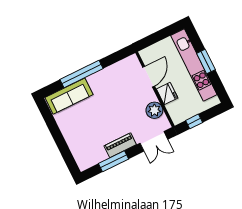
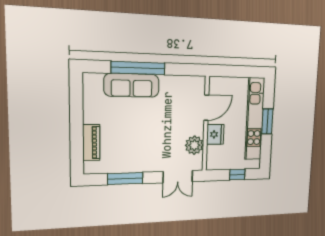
sofa: (69, 96) -> (132, 85), moved
window: (194, 121) -> (237, 175), moved
piano: (120, 145) -> (91, 143), moved, turned 90

